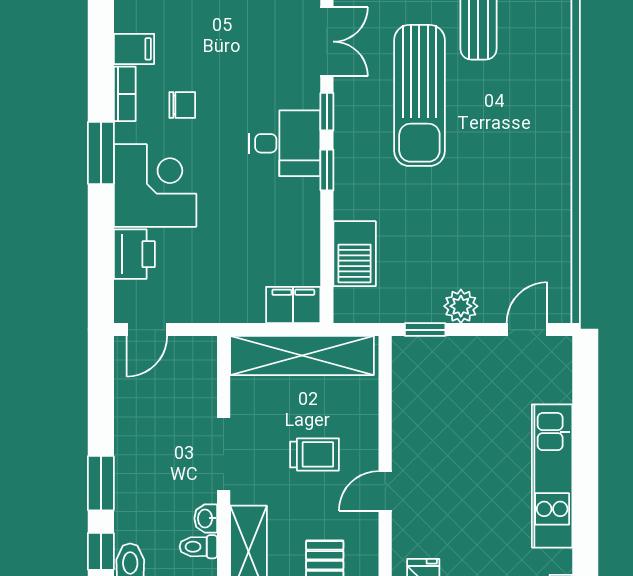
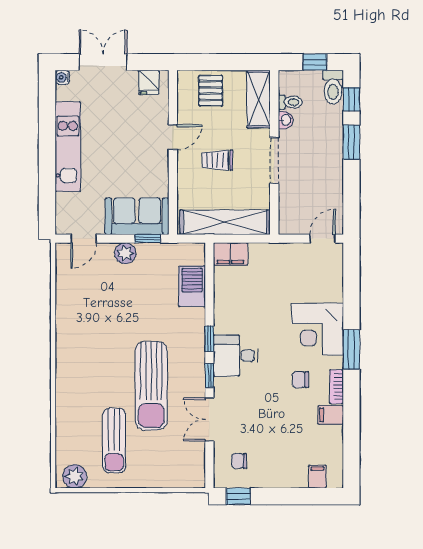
sun lounger: (419, 95) -> (151, 386), turned 180
printer: (134, 254) -> (330, 286), removed
sofa: (442, 365) -> (137, 216), added

